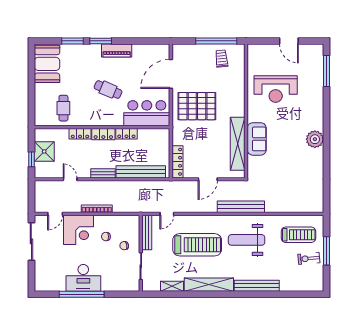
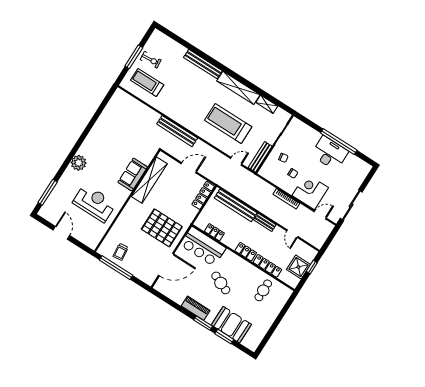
booth: (47, 64) -> (231, 325), moved, turned 90
locker: (80, 134) -> (267, 266), width x1.53
locker: (126, 134) -> (214, 232), moved
plant: (315, 139) -> (79, 163), moved
weight bench: (247, 240) -> (189, 103), removed

